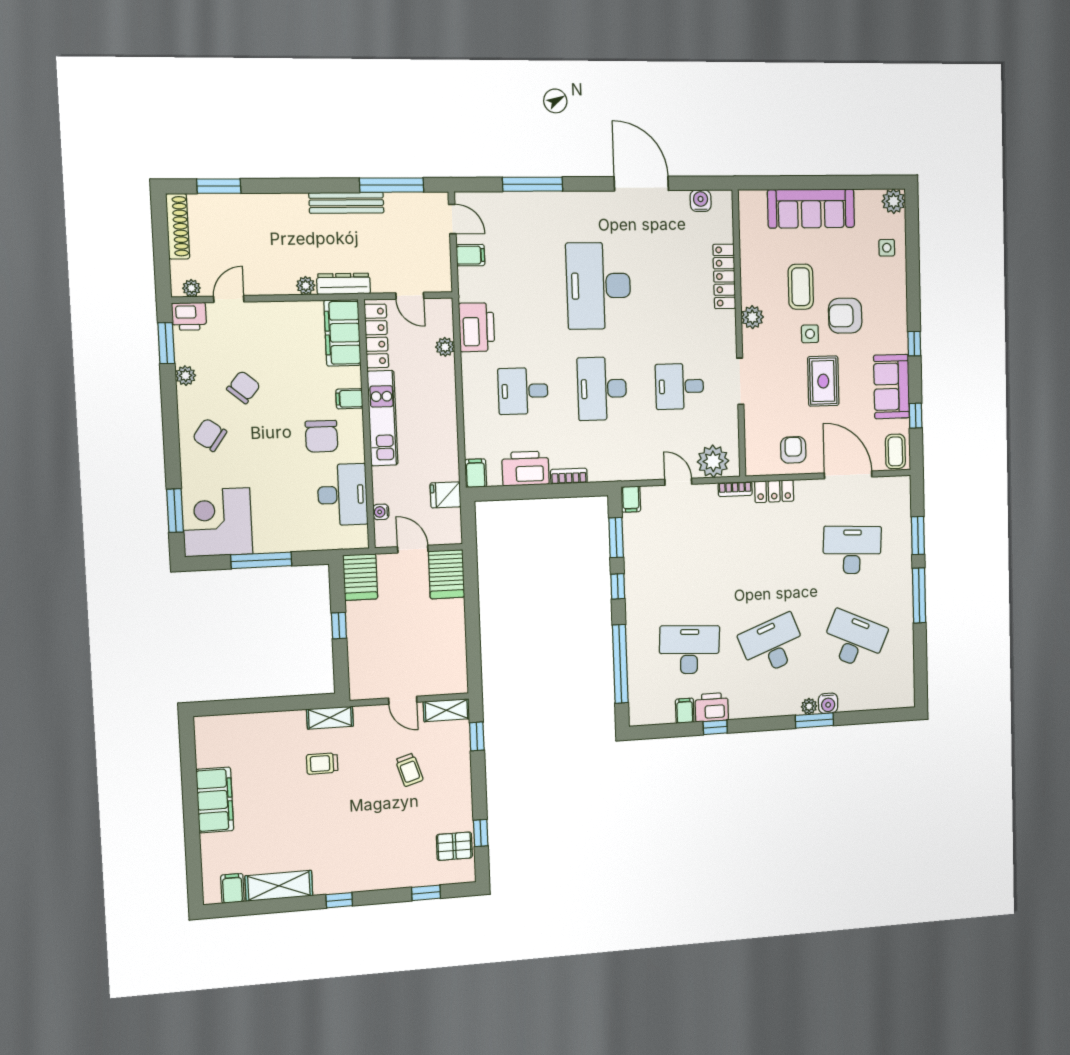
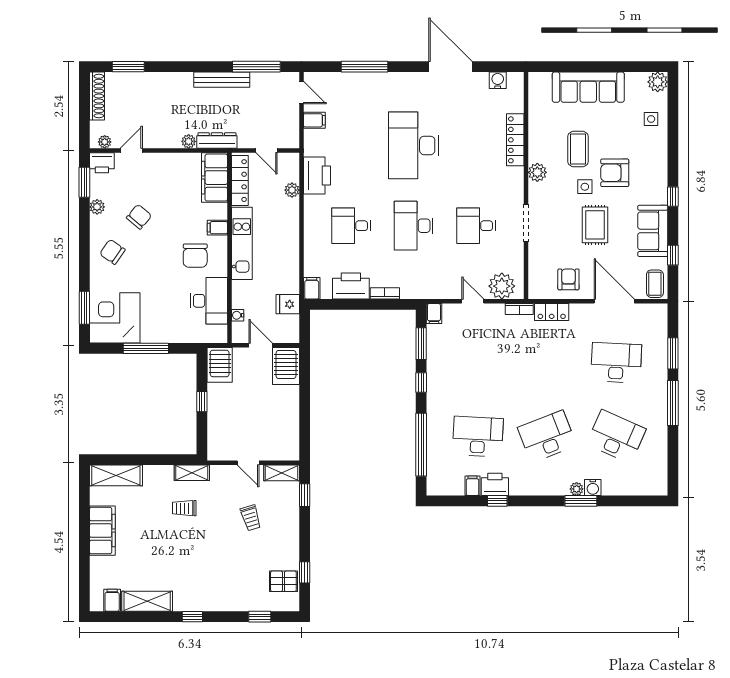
shelving: (229, 728) -> (116, 475), added

